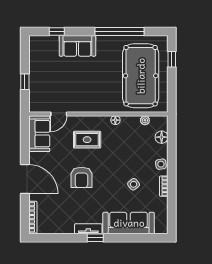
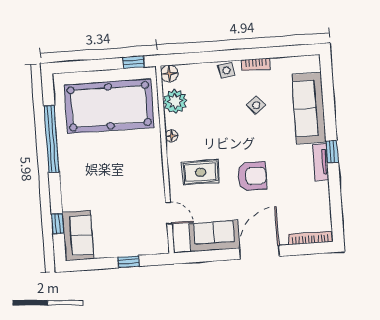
sofa: (77, 46) -> (78, 236), moved
window: (172, 59) -> (134, 62), moved
plant: (145, 120) -> (175, 101), width x1.88, depth x1.88
sofa: (39, 134) -> (214, 236), moved
floor lamp: (162, 137) -> (169, 74), moved
rug: (87, 140) -> (200, 172), turned 90

